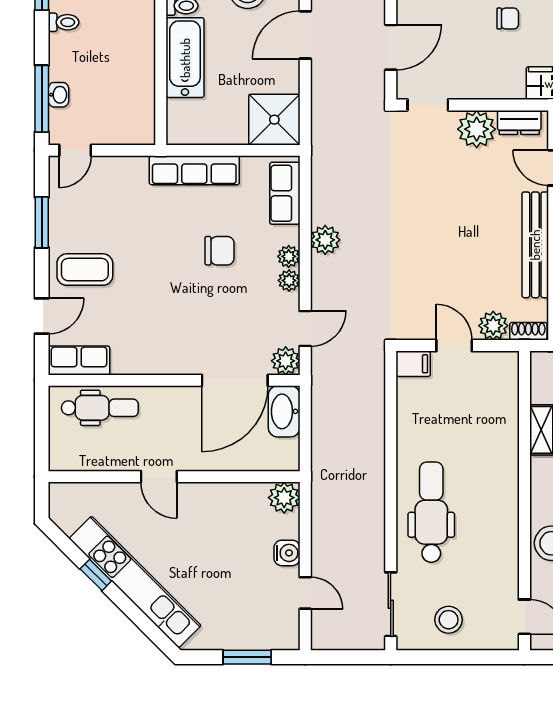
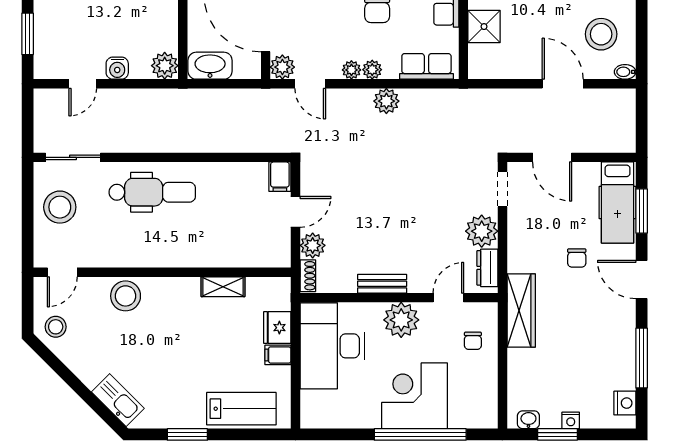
shower: (274, 120) -> (484, 27), moved, width x0.73, depth x0.73
bench: (535, 245) -> (382, 284), width x0.54, depth x0.82
washbasin: (284, 411) -> (210, 66), moved
stool: (449, 620) -> (60, 207), width x1.38, depth x1.38

